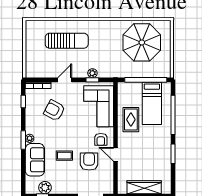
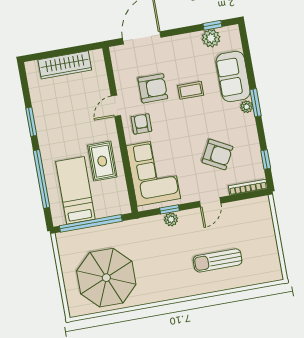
sun lounger: (67, 41) -> (218, 260), width x0.73, depth x0.75
door: (115, 154) -> (116, 106), swing flipped
armchair: (89, 161) -> (153, 88), turned -90

